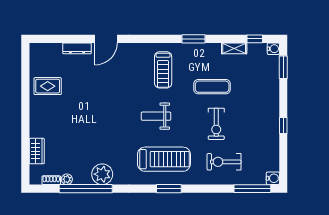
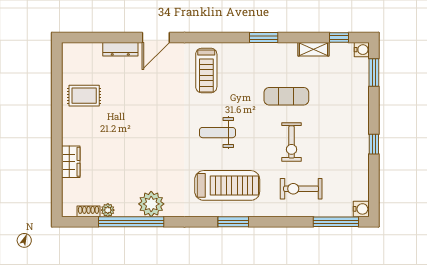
treadmill: (163, 70) -> (206, 70), moved
wardrobe: (37, 151) -> (71, 162), moved

